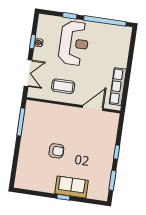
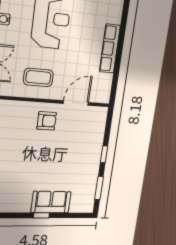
row of seats: (118, 87) -> (110, 49), moved
armchair: (56, 151) -> (47, 121), moved

